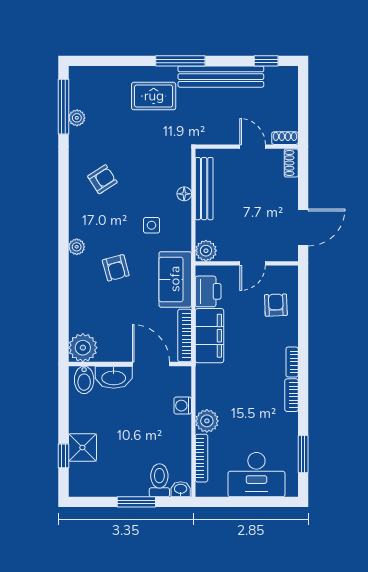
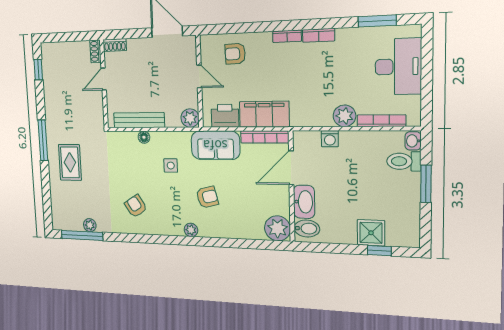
bench: (221, 77) -> (52, 107), removed

